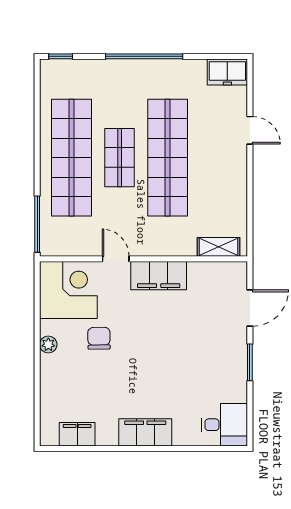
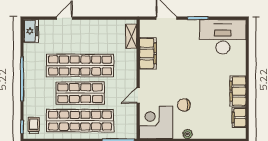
trolley: (63, 77) -> (34, 125), added
shop shelf: (120, 158) -> (80, 93), width x1.43, depth x1.36
filing cabinet: (159, 276) -> (148, 53), moved
desk: (224, 425) -> (223, 37), width x1.87, depth x1.30
filing cabinet: (145, 432) -> (238, 91), moved

